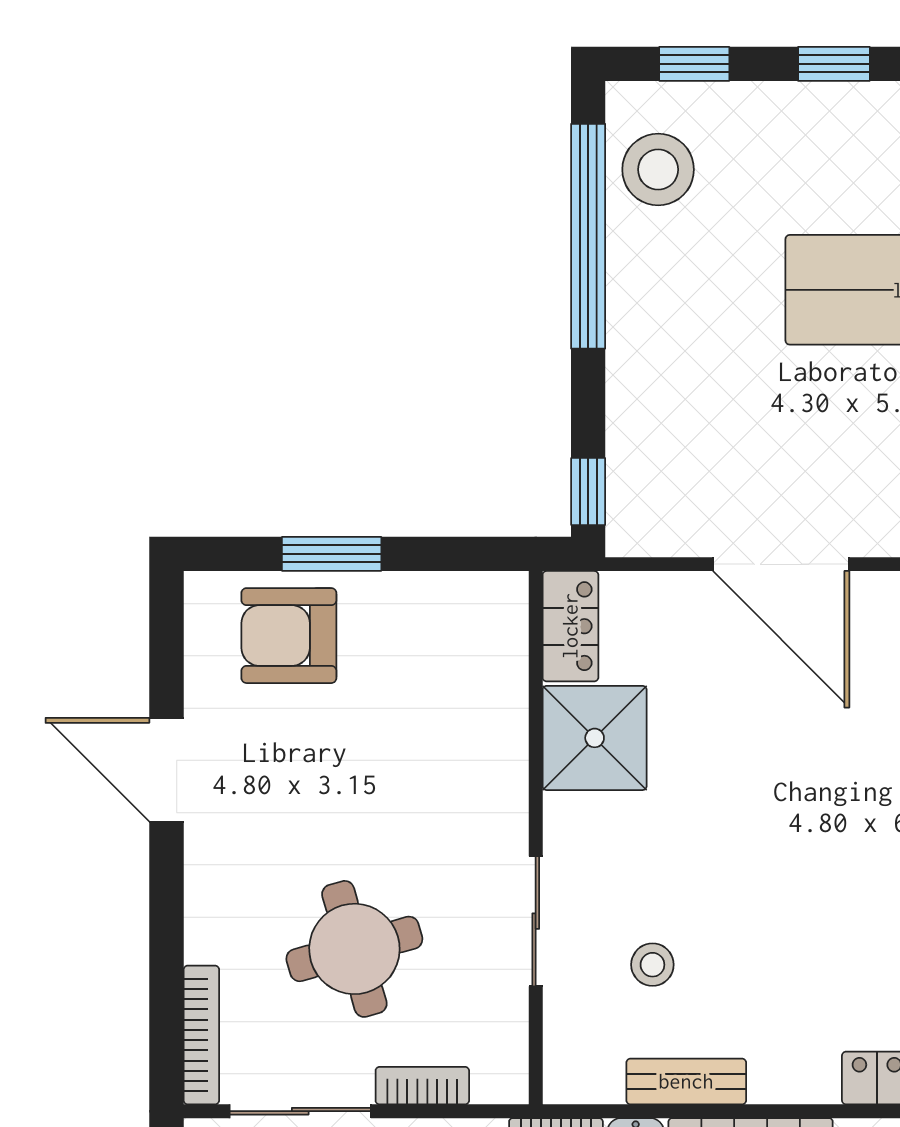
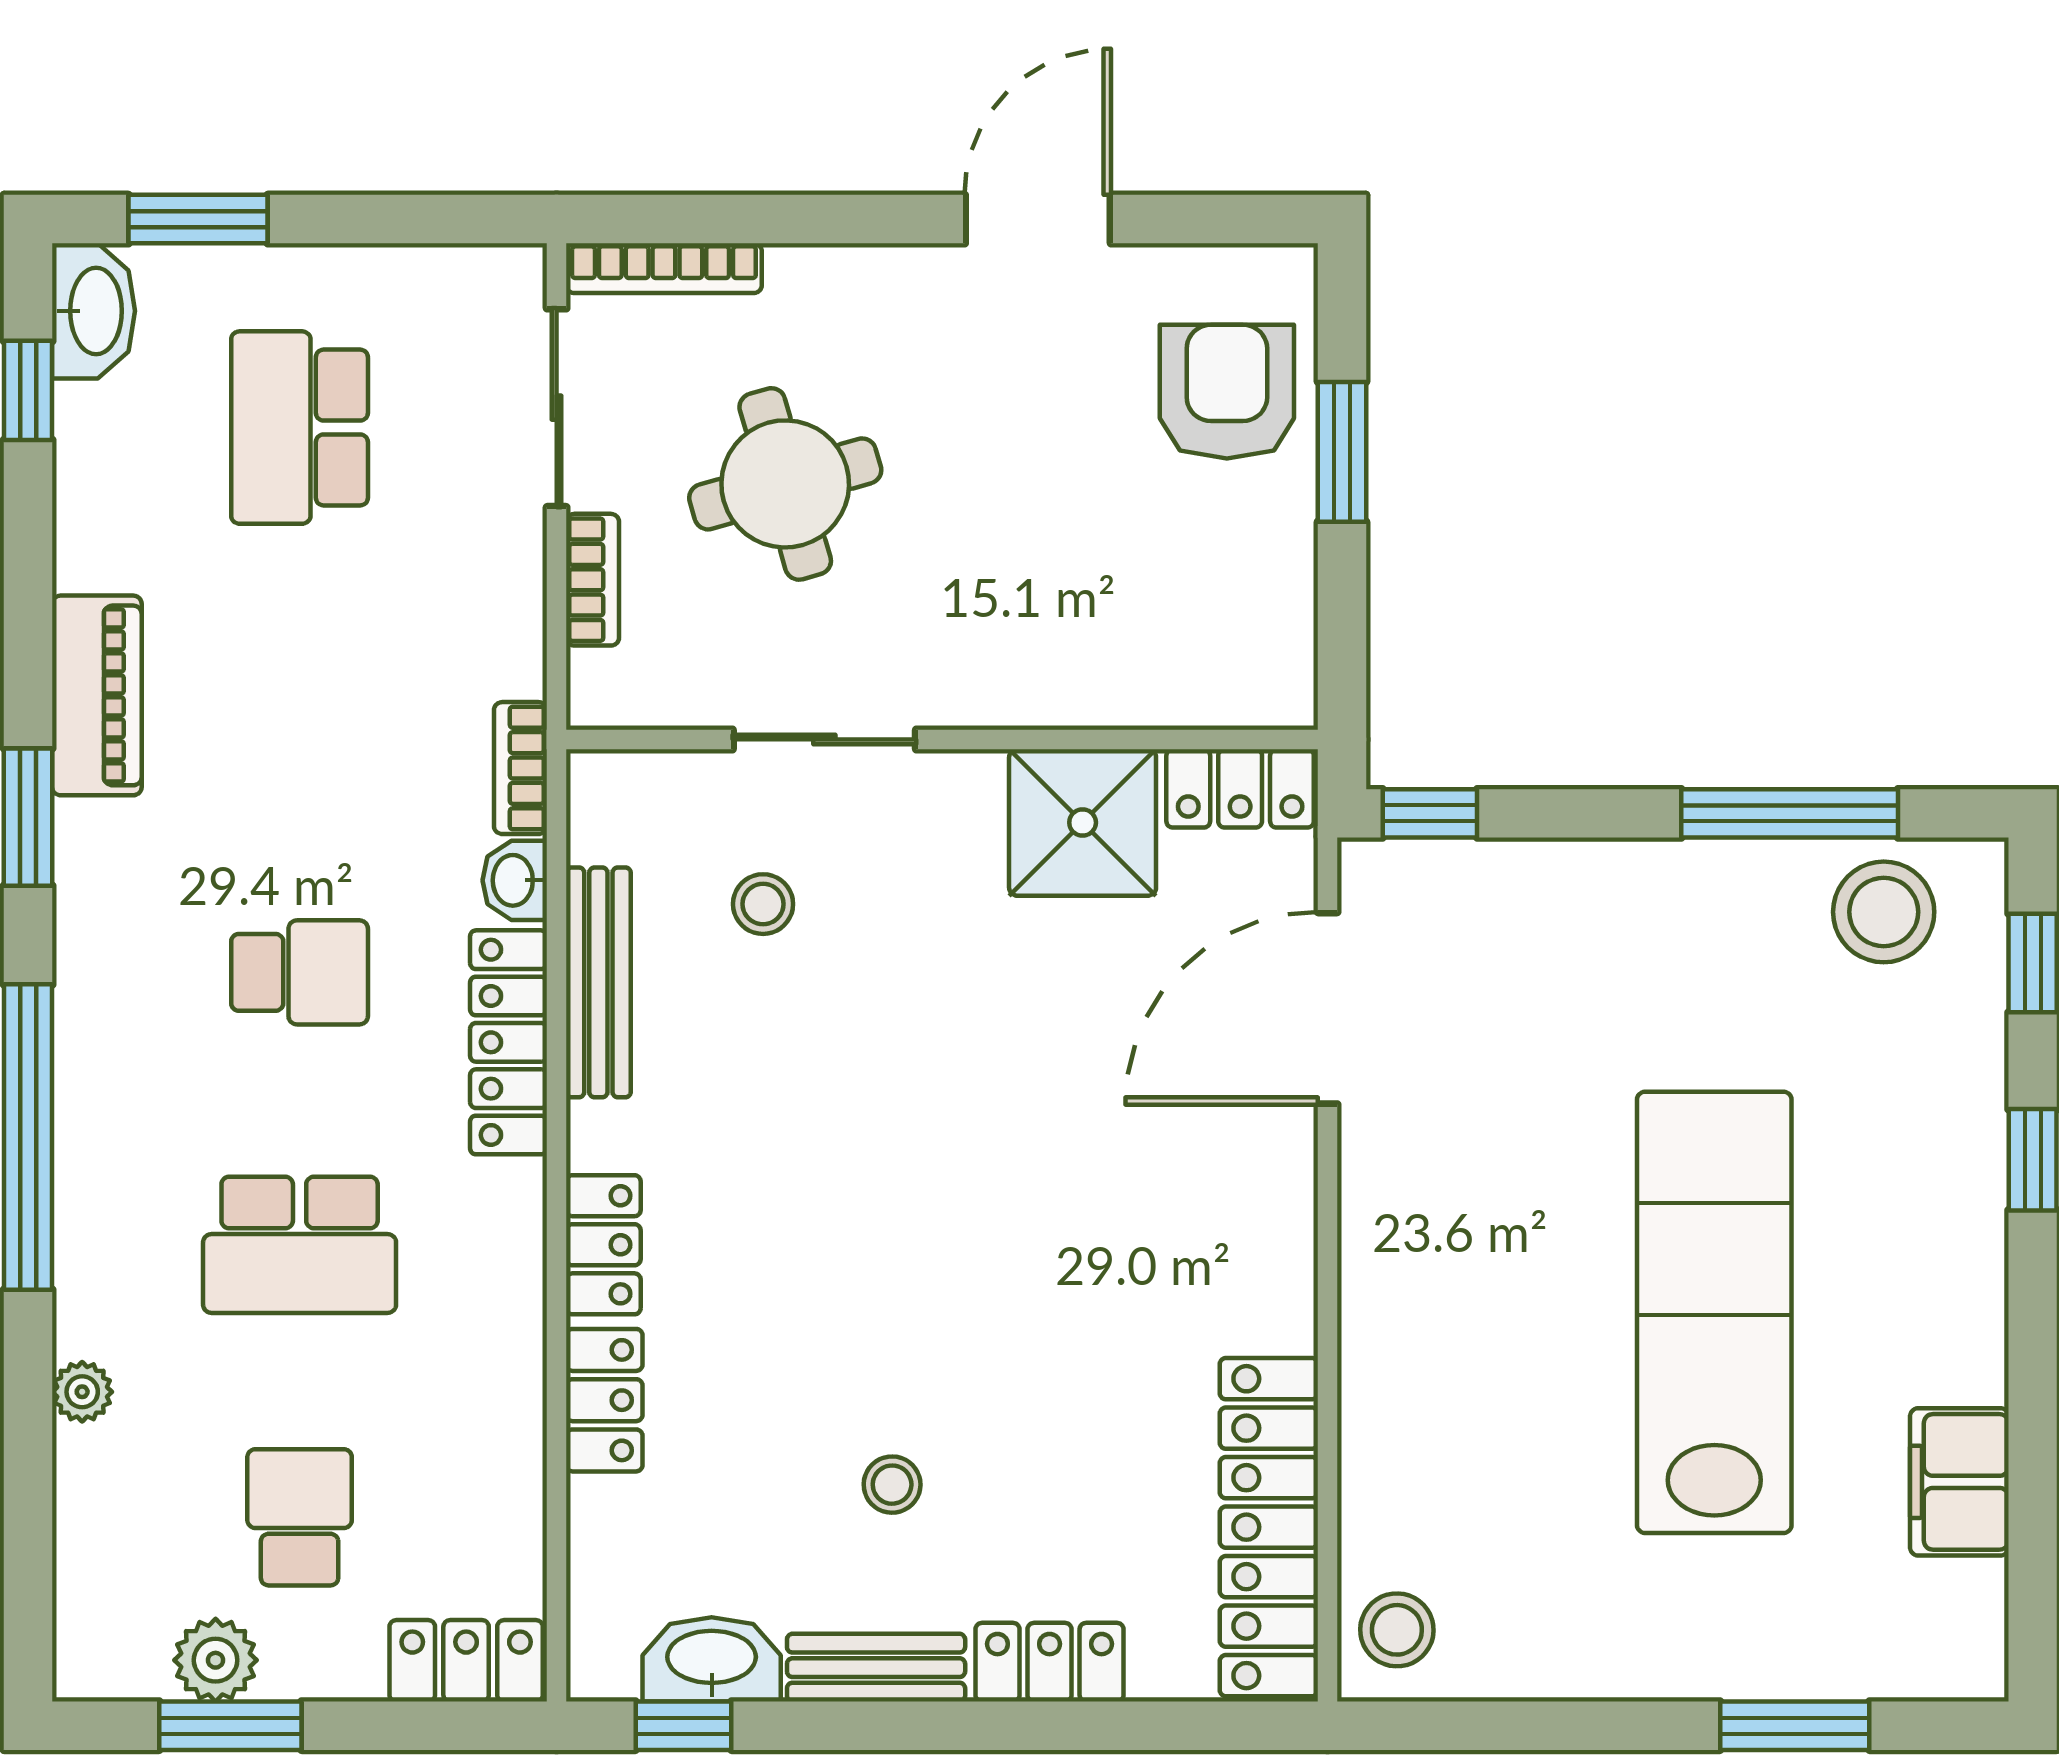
window: (588, 236) -> (1790, 813), width x0.68
door: (781, 564) -> (1328, 1008), moved
bench: (686, 1081) -> (598, 982), width x1.36

